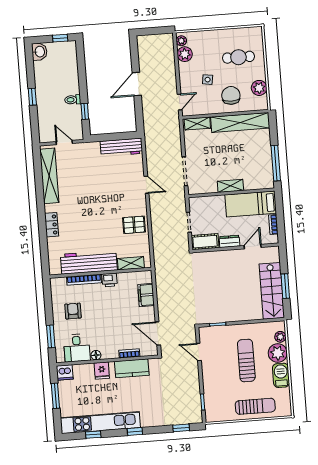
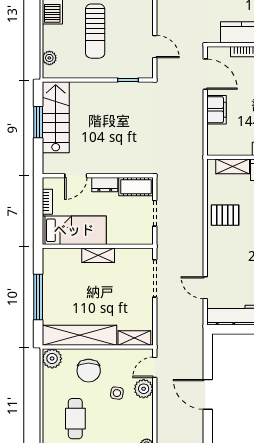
plant: (185, 54) -> (144, 389), moved
cafe table: (238, 57) -> (75, 419), turned 90
door: (137, 84) -> (208, 394), swing flipped
plant: (259, 88) -> (52, 359), moved
window: (276, 163) -> (38, 297), moved
door: (146, 185) -> (205, 288), moved
filing cabinet: (146, 295) -> (216, 110), moved
plant: (278, 353) -> (54, 38), removed

